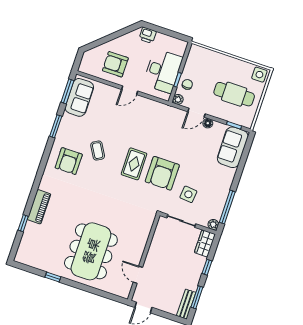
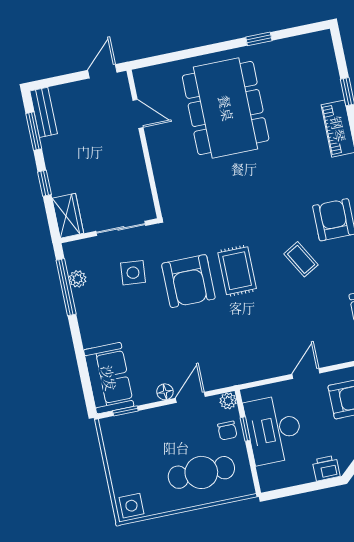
cafe table: (234, 94) -> (201, 472), moved
armchair: (162, 173) -> (188, 281), turned 180
plant: (213, 225) -> (78, 279), moved

